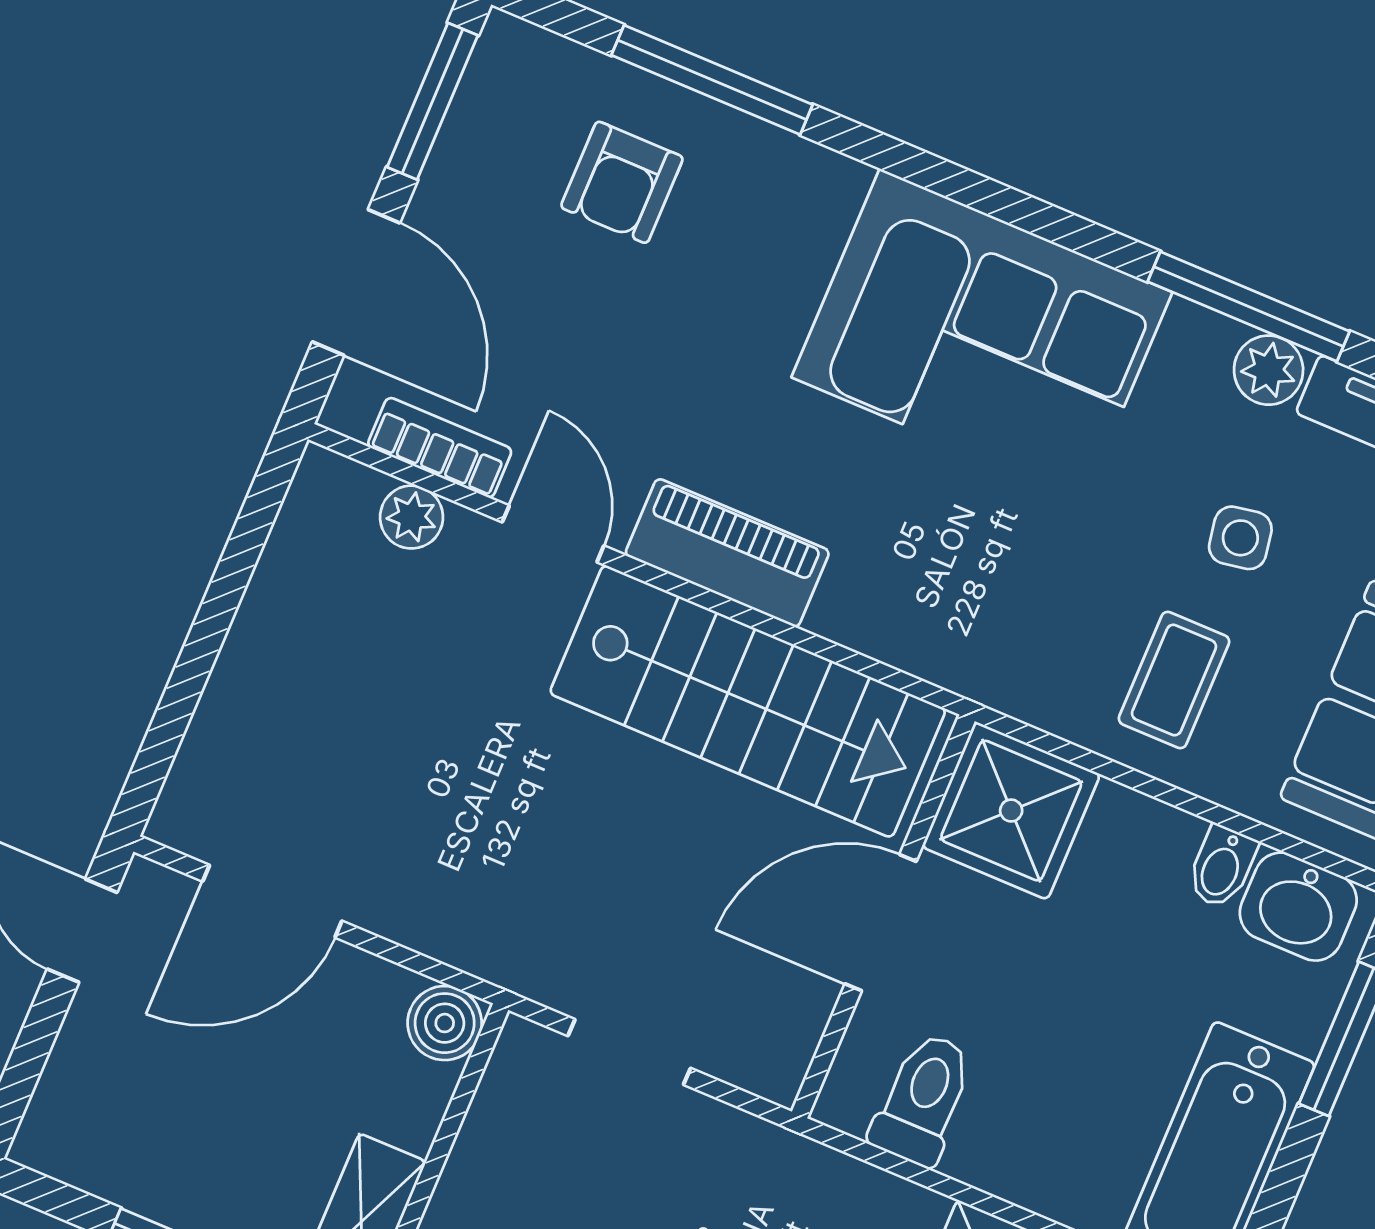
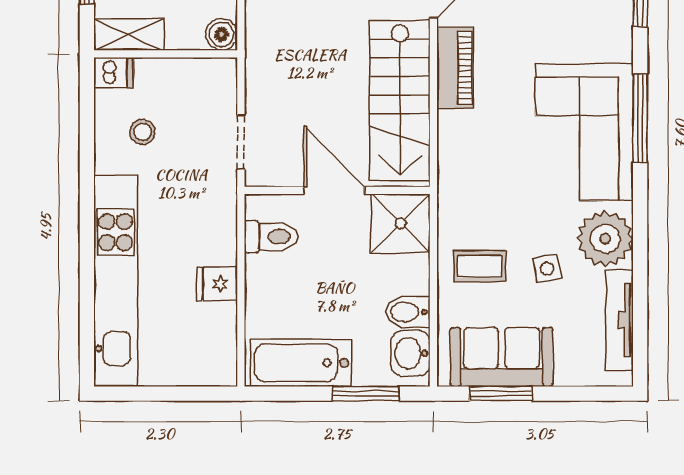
window: (1249, 306) -> (640, 118), moved
plant: (1269, 370) -> (605, 239), width x1.87, depth x1.87
bidet: (1222, 867) -> (408, 312), width x1.38, depth x1.36
doorway: (629, 1052) -> (241, 142), moved

